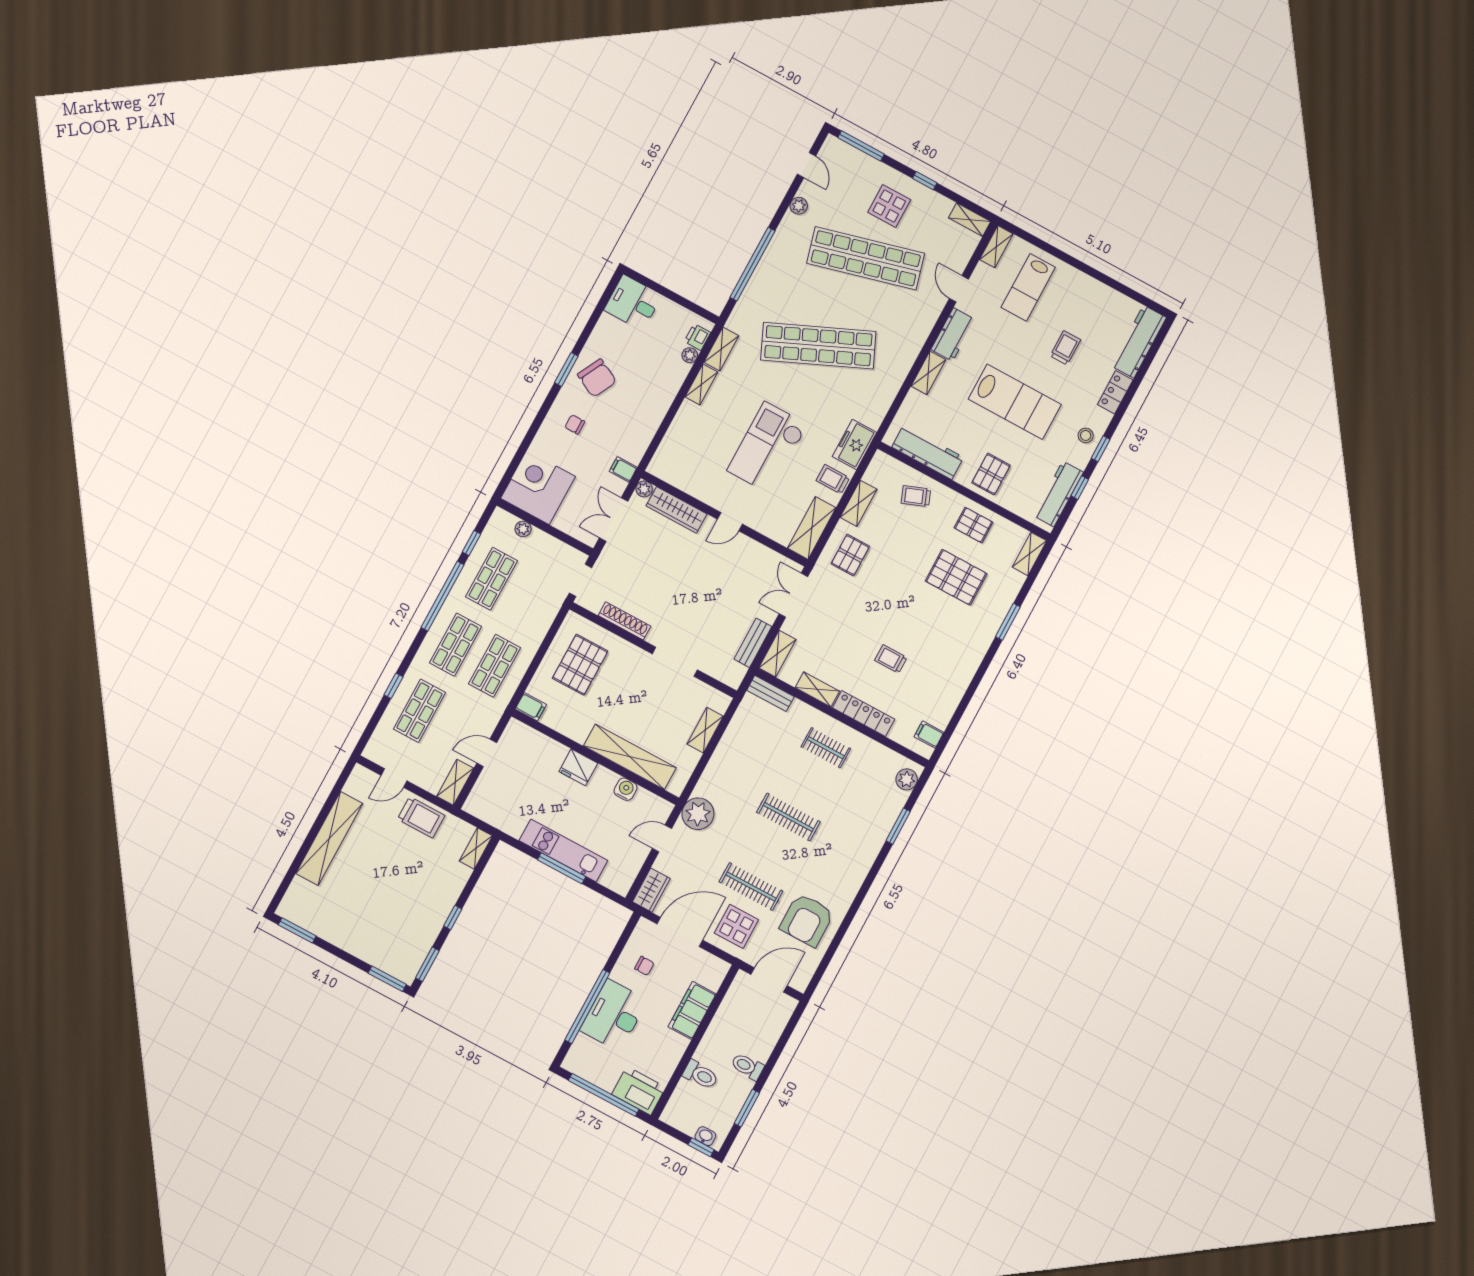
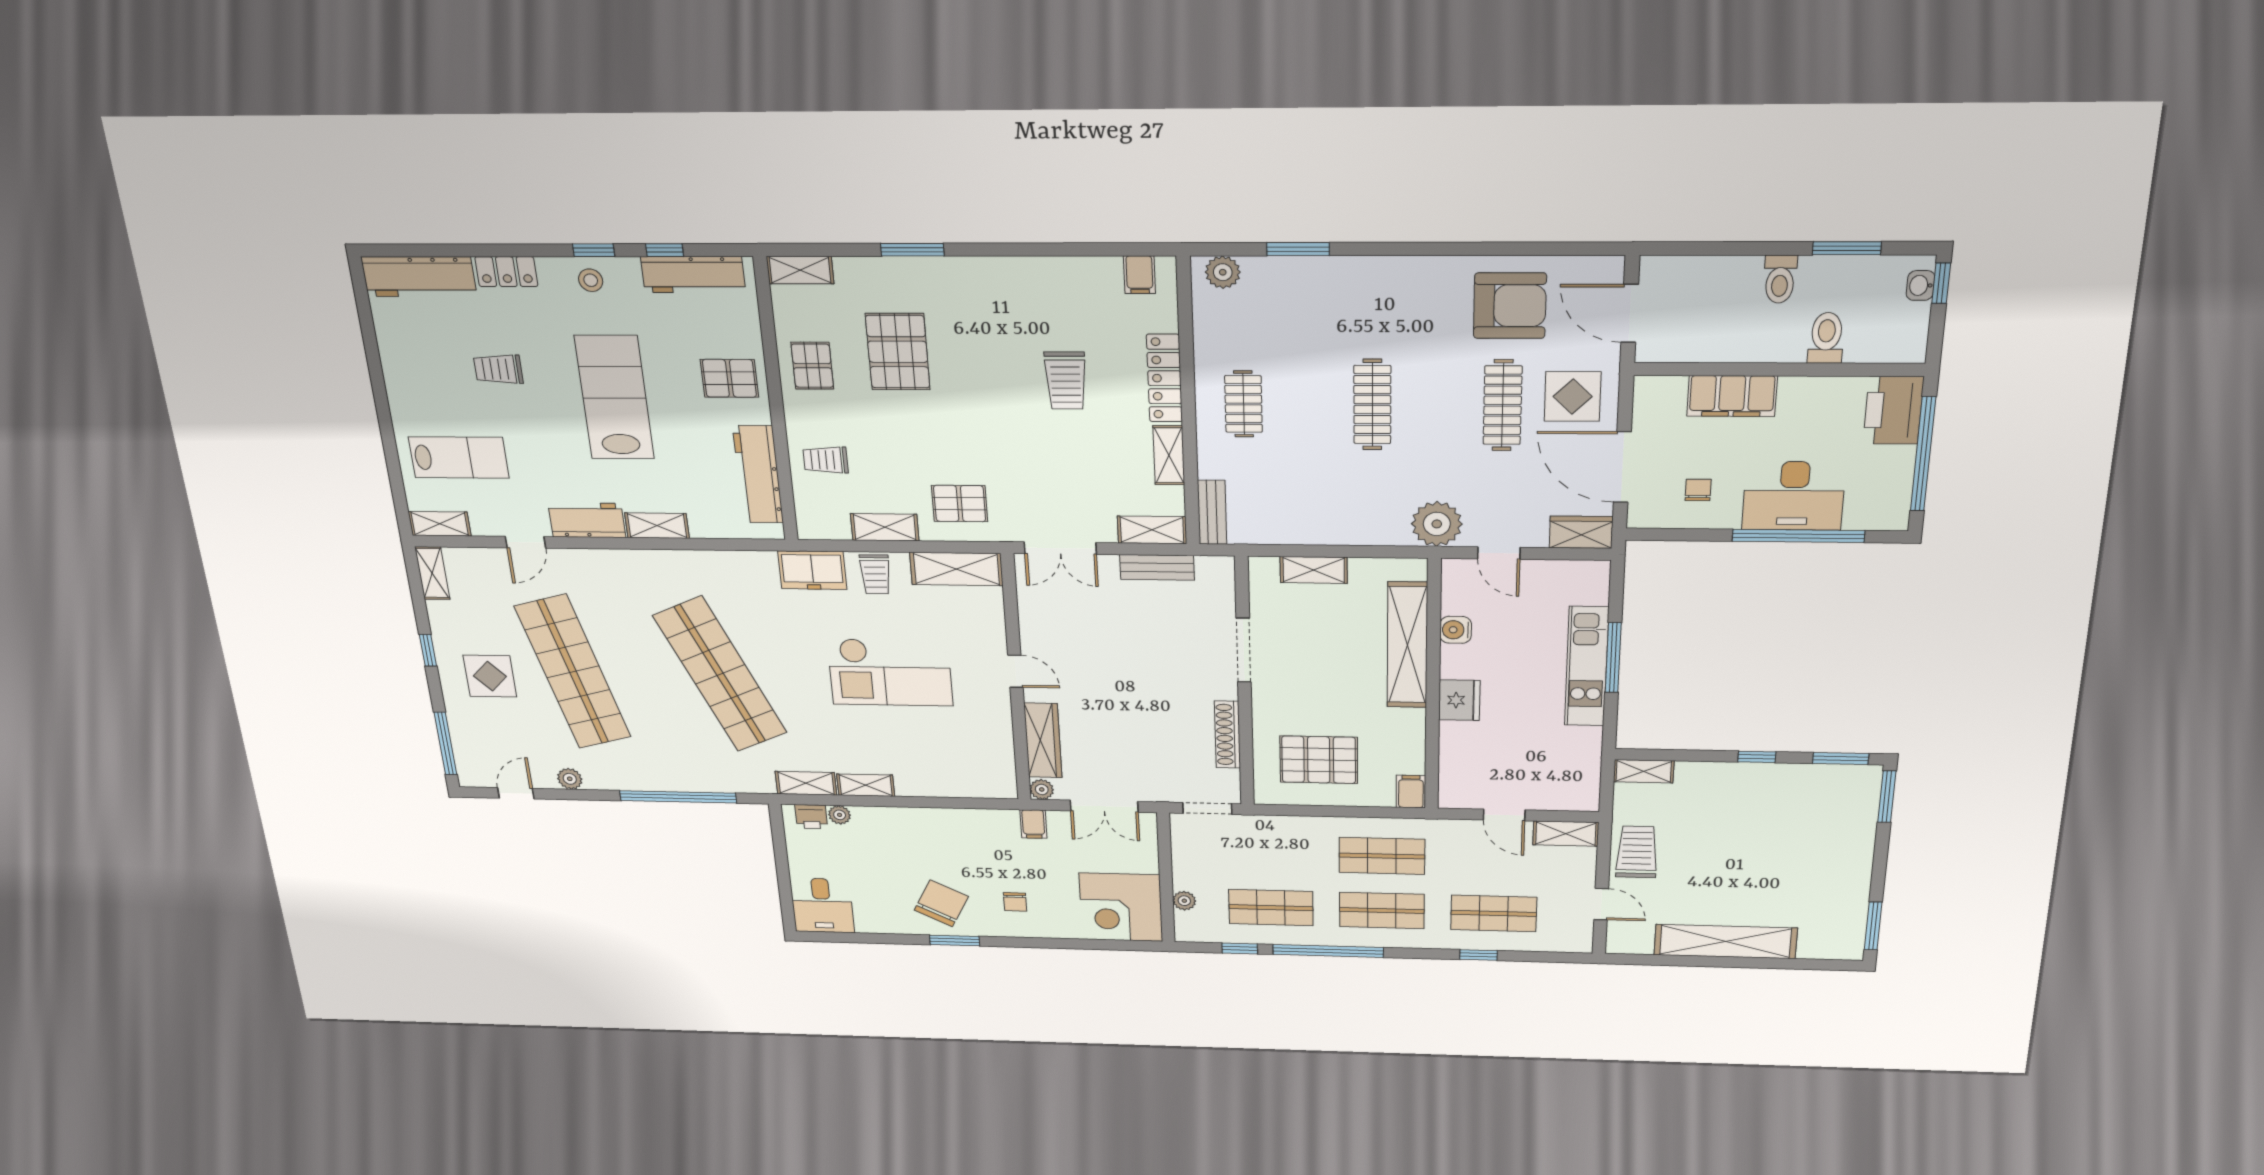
trolley: (916, 496) -> (826, 460), turned 111
trolley: (891, 659) -> (1066, 381), width x1.36, depth x1.39

